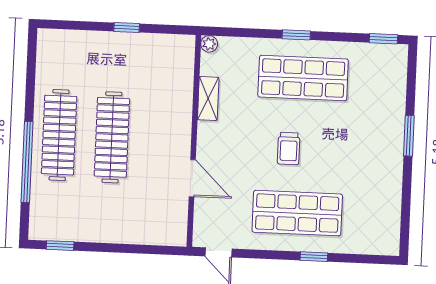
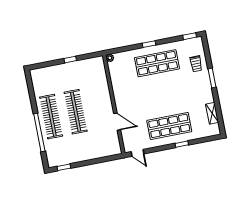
shelving: (208, 99) -> (212, 113), moved
trolley: (289, 148) -> (196, 64), moved

